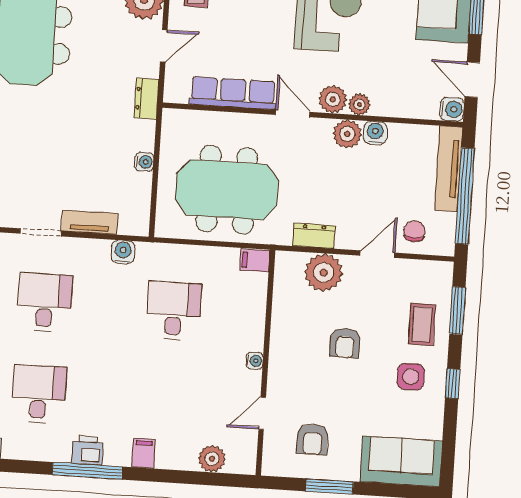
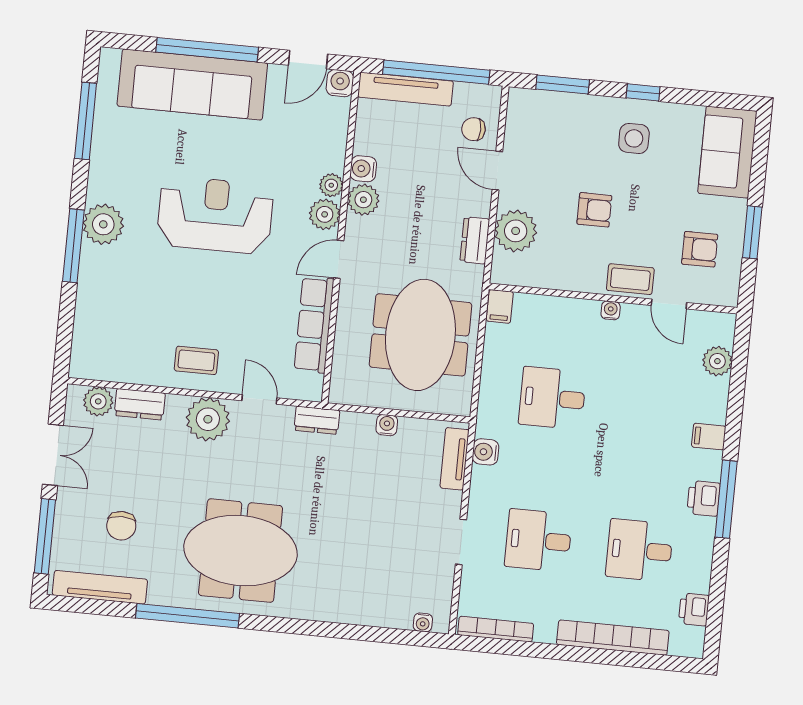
tv unit: (90, 222) -> (455, 459), moved
coffee table: (422, 324) -> (630, 279), moved

